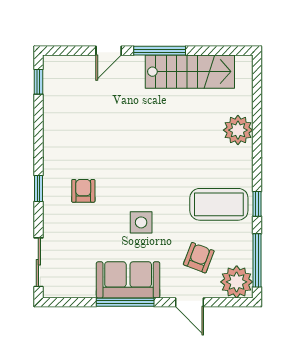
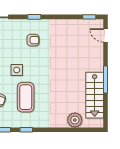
door: (109, 51) -> (105, 35), moved
plant: (238, 130) -> (75, 120), moved
coffee table: (219, 204) -> (26, 97), moved

